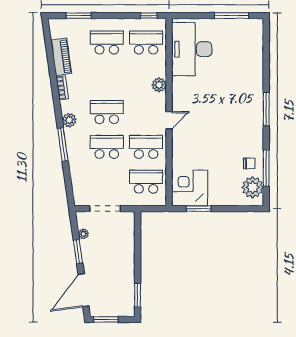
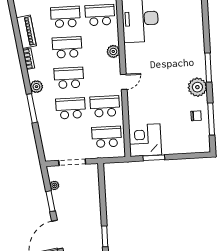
school desk: (107, 77) -> (67, 47), added
plant: (253, 187) -> (197, 87), moved

